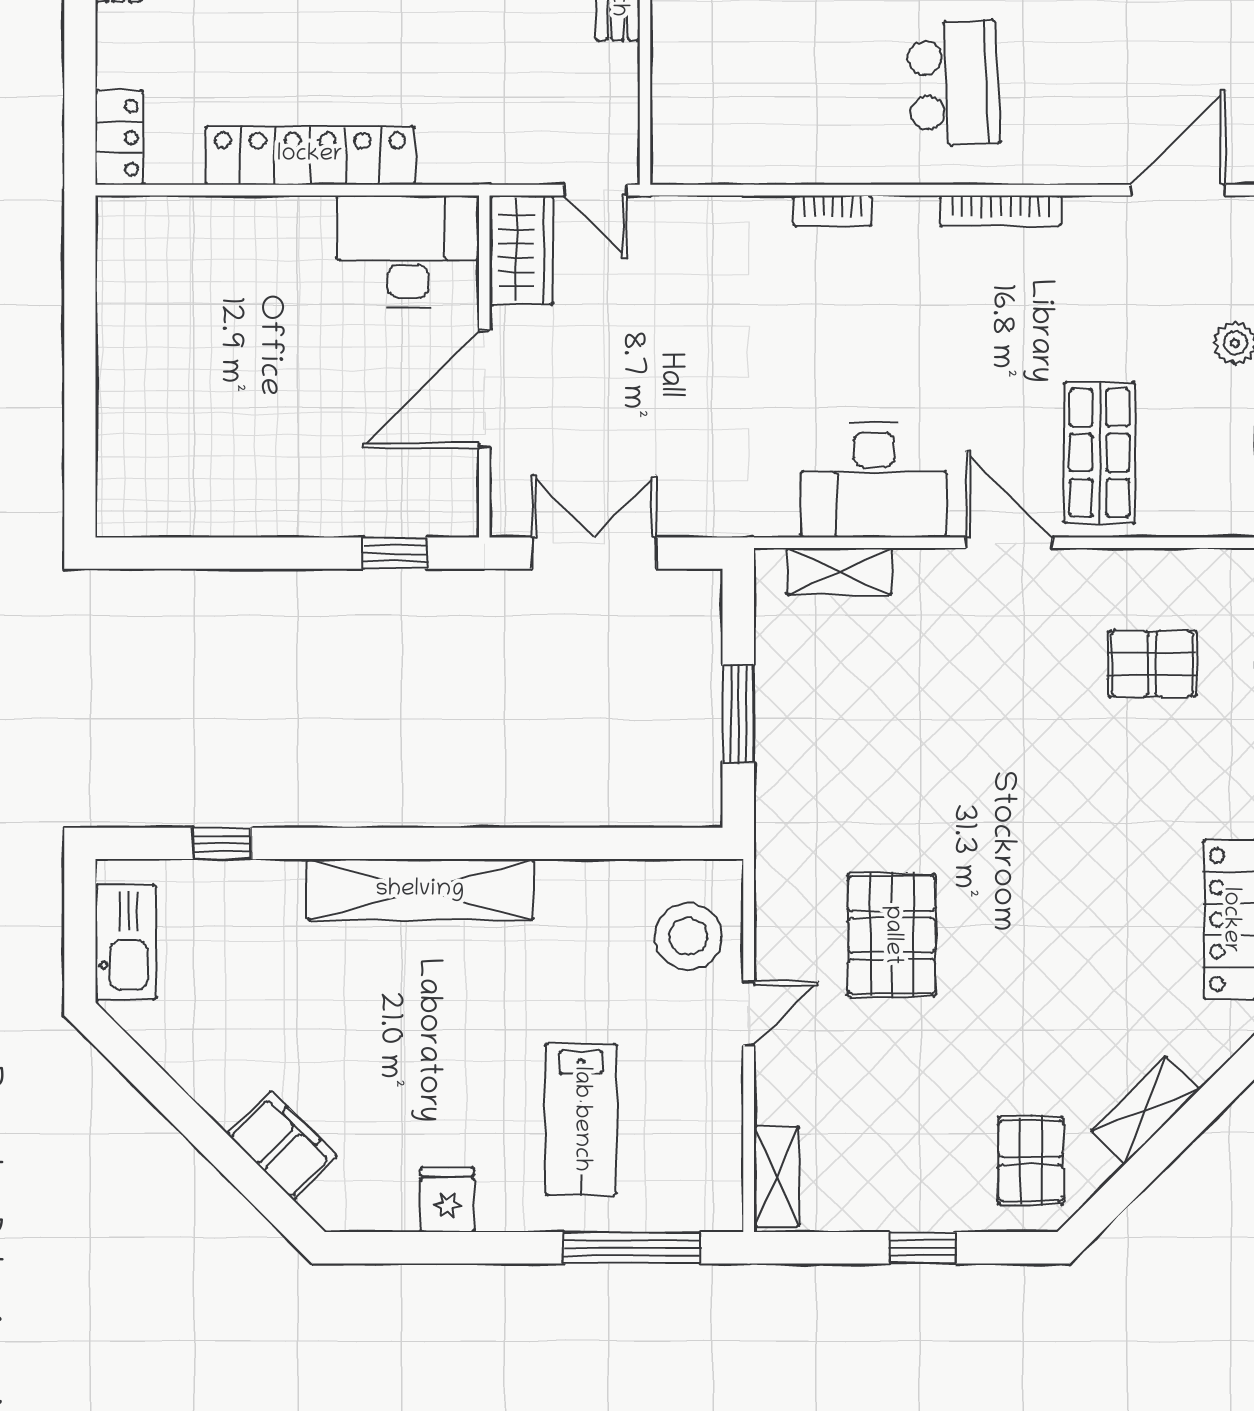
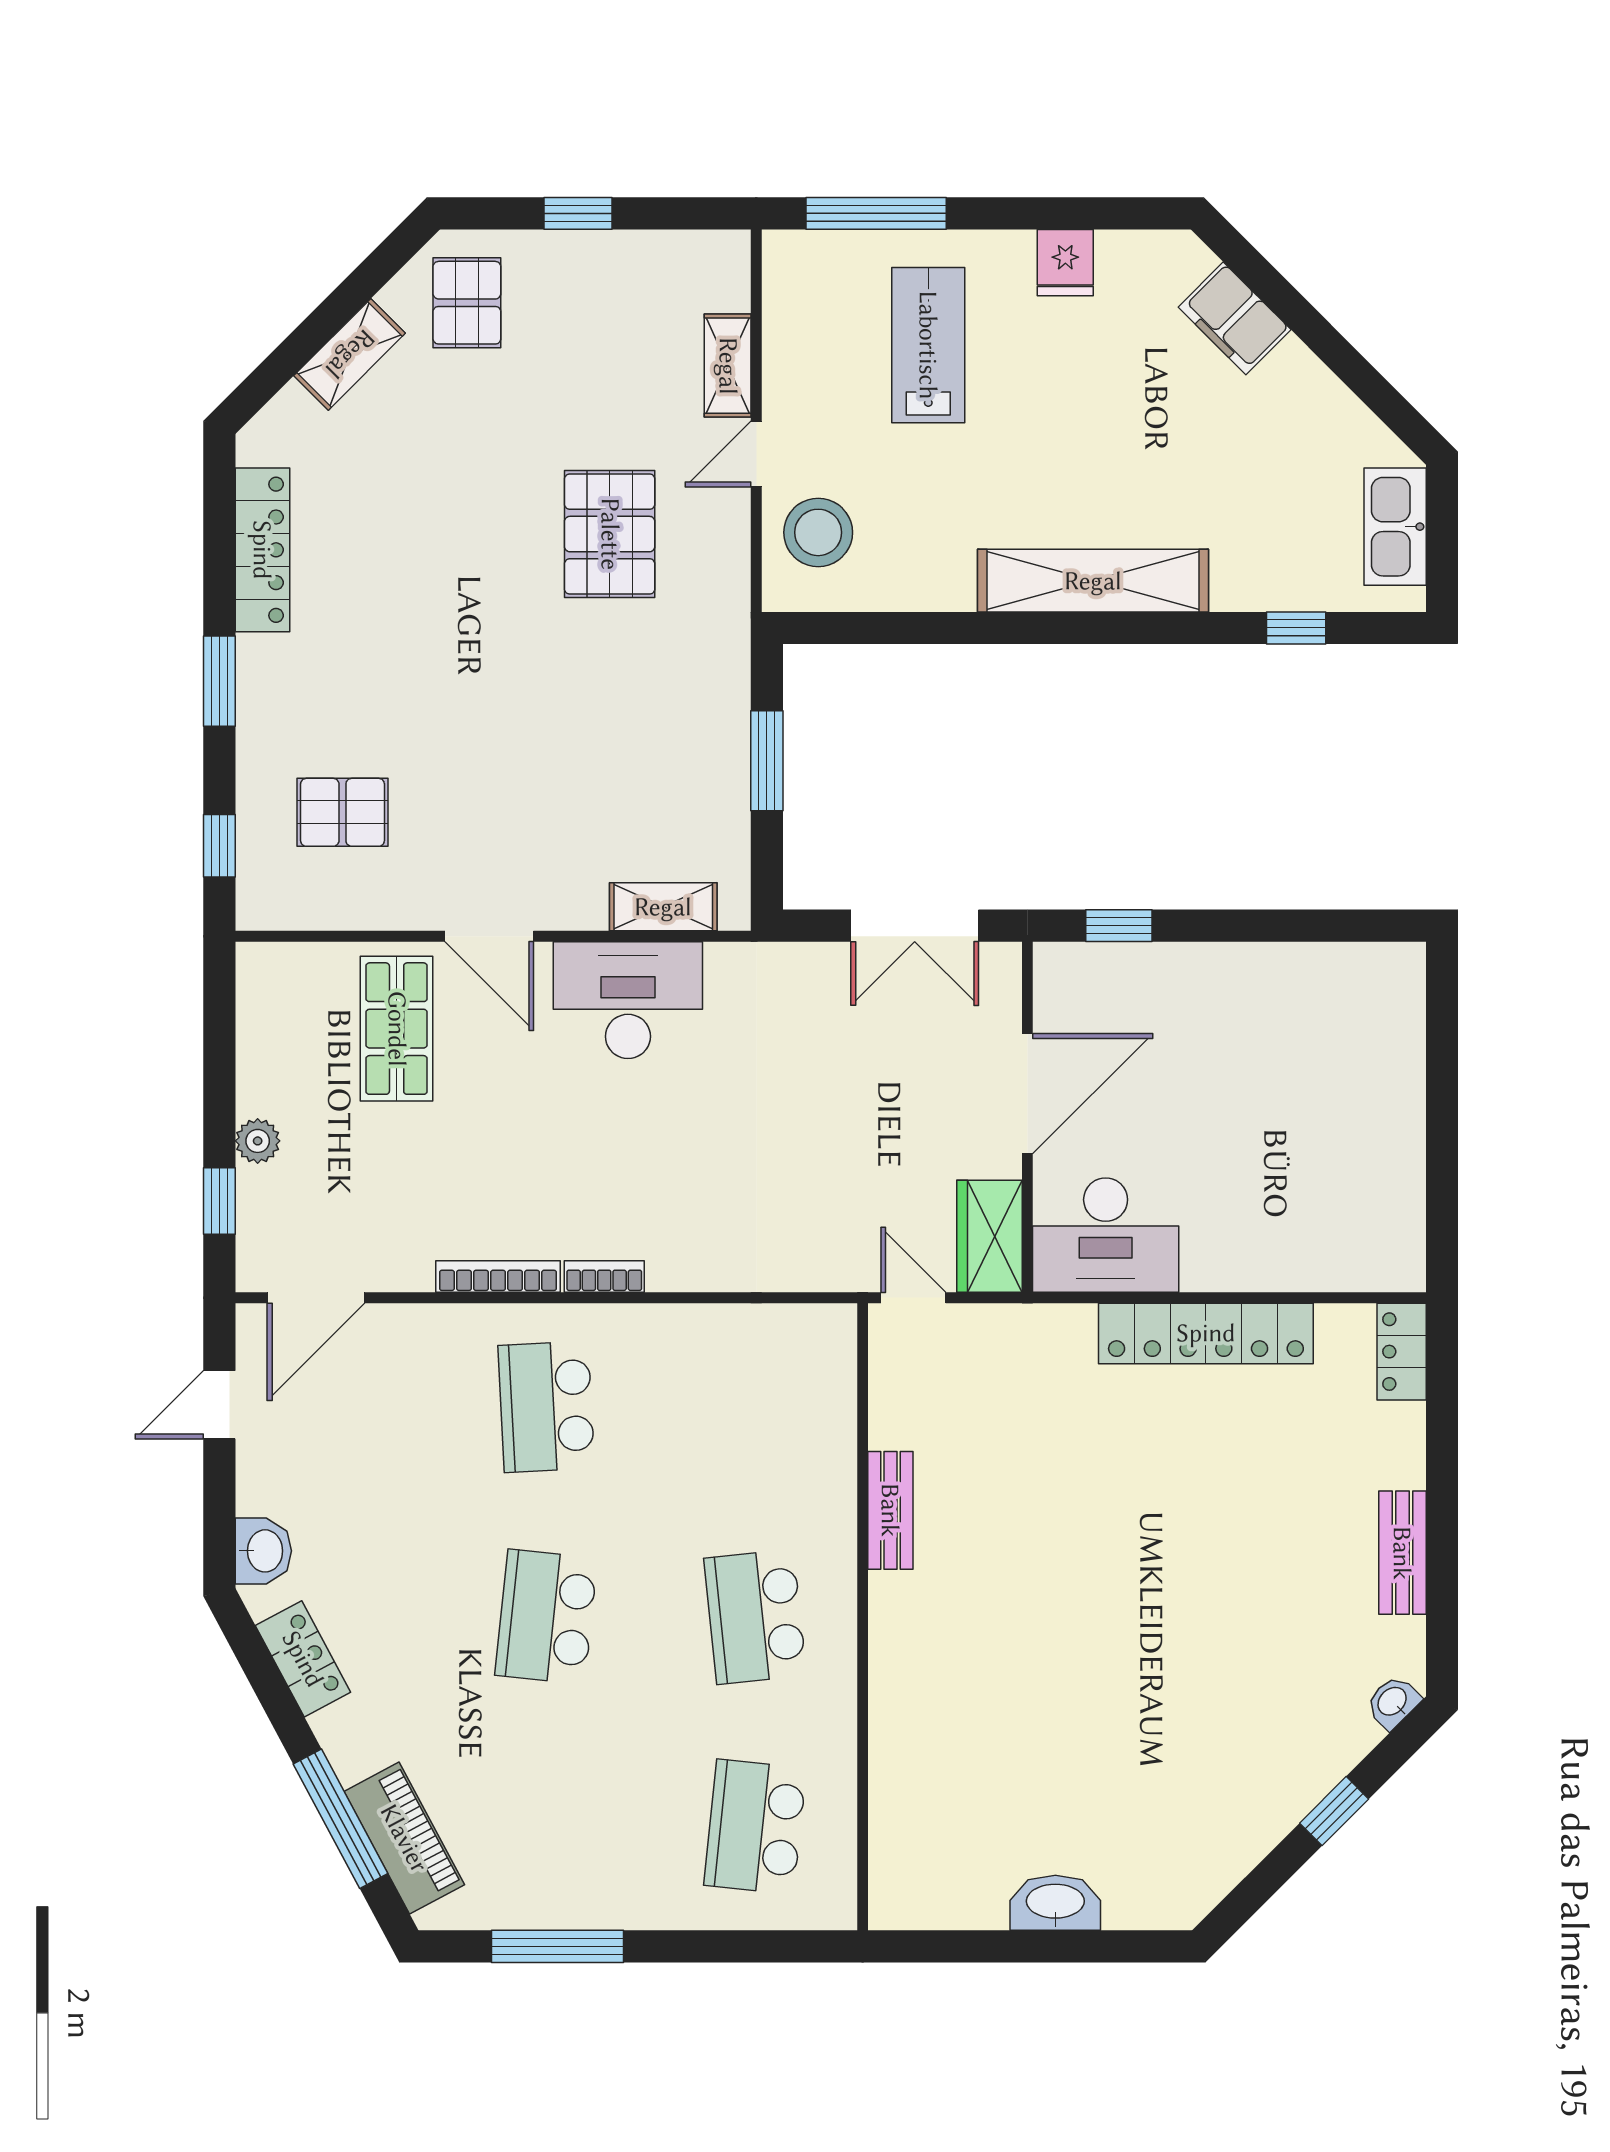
bookcase: (833, 211) -> (604, 1276), moved
shelving: (777, 1177) -> (728, 366), moved

